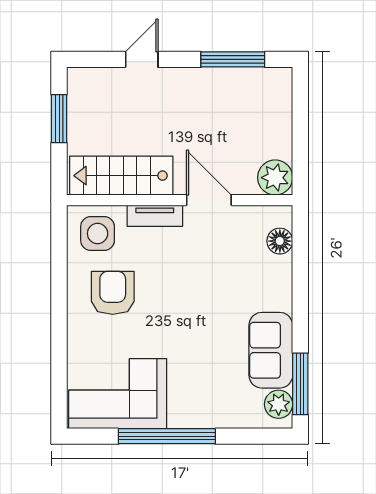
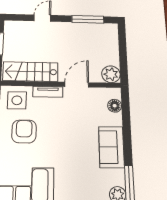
door: (209, 200) -> (77, 85), hinge flipped
sofa: (271, 350) -> (111, 147), moved

